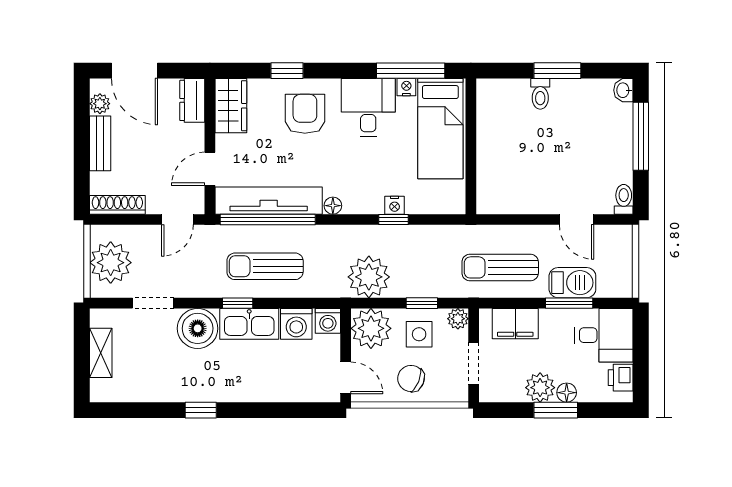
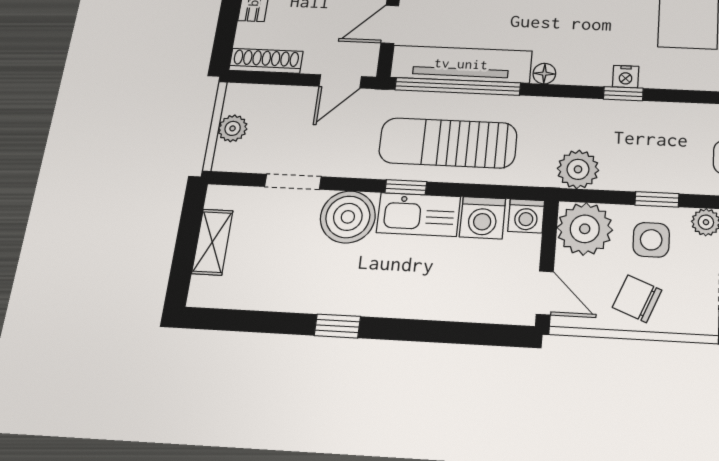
plant: (111, 263) -> (233, 128), width x0.53, depth x0.53
sun lounger: (265, 266) -> (448, 143), width x1.36, depth x1.34
plant: (369, 277) -> (578, 169), width x0.73, depth x0.73

